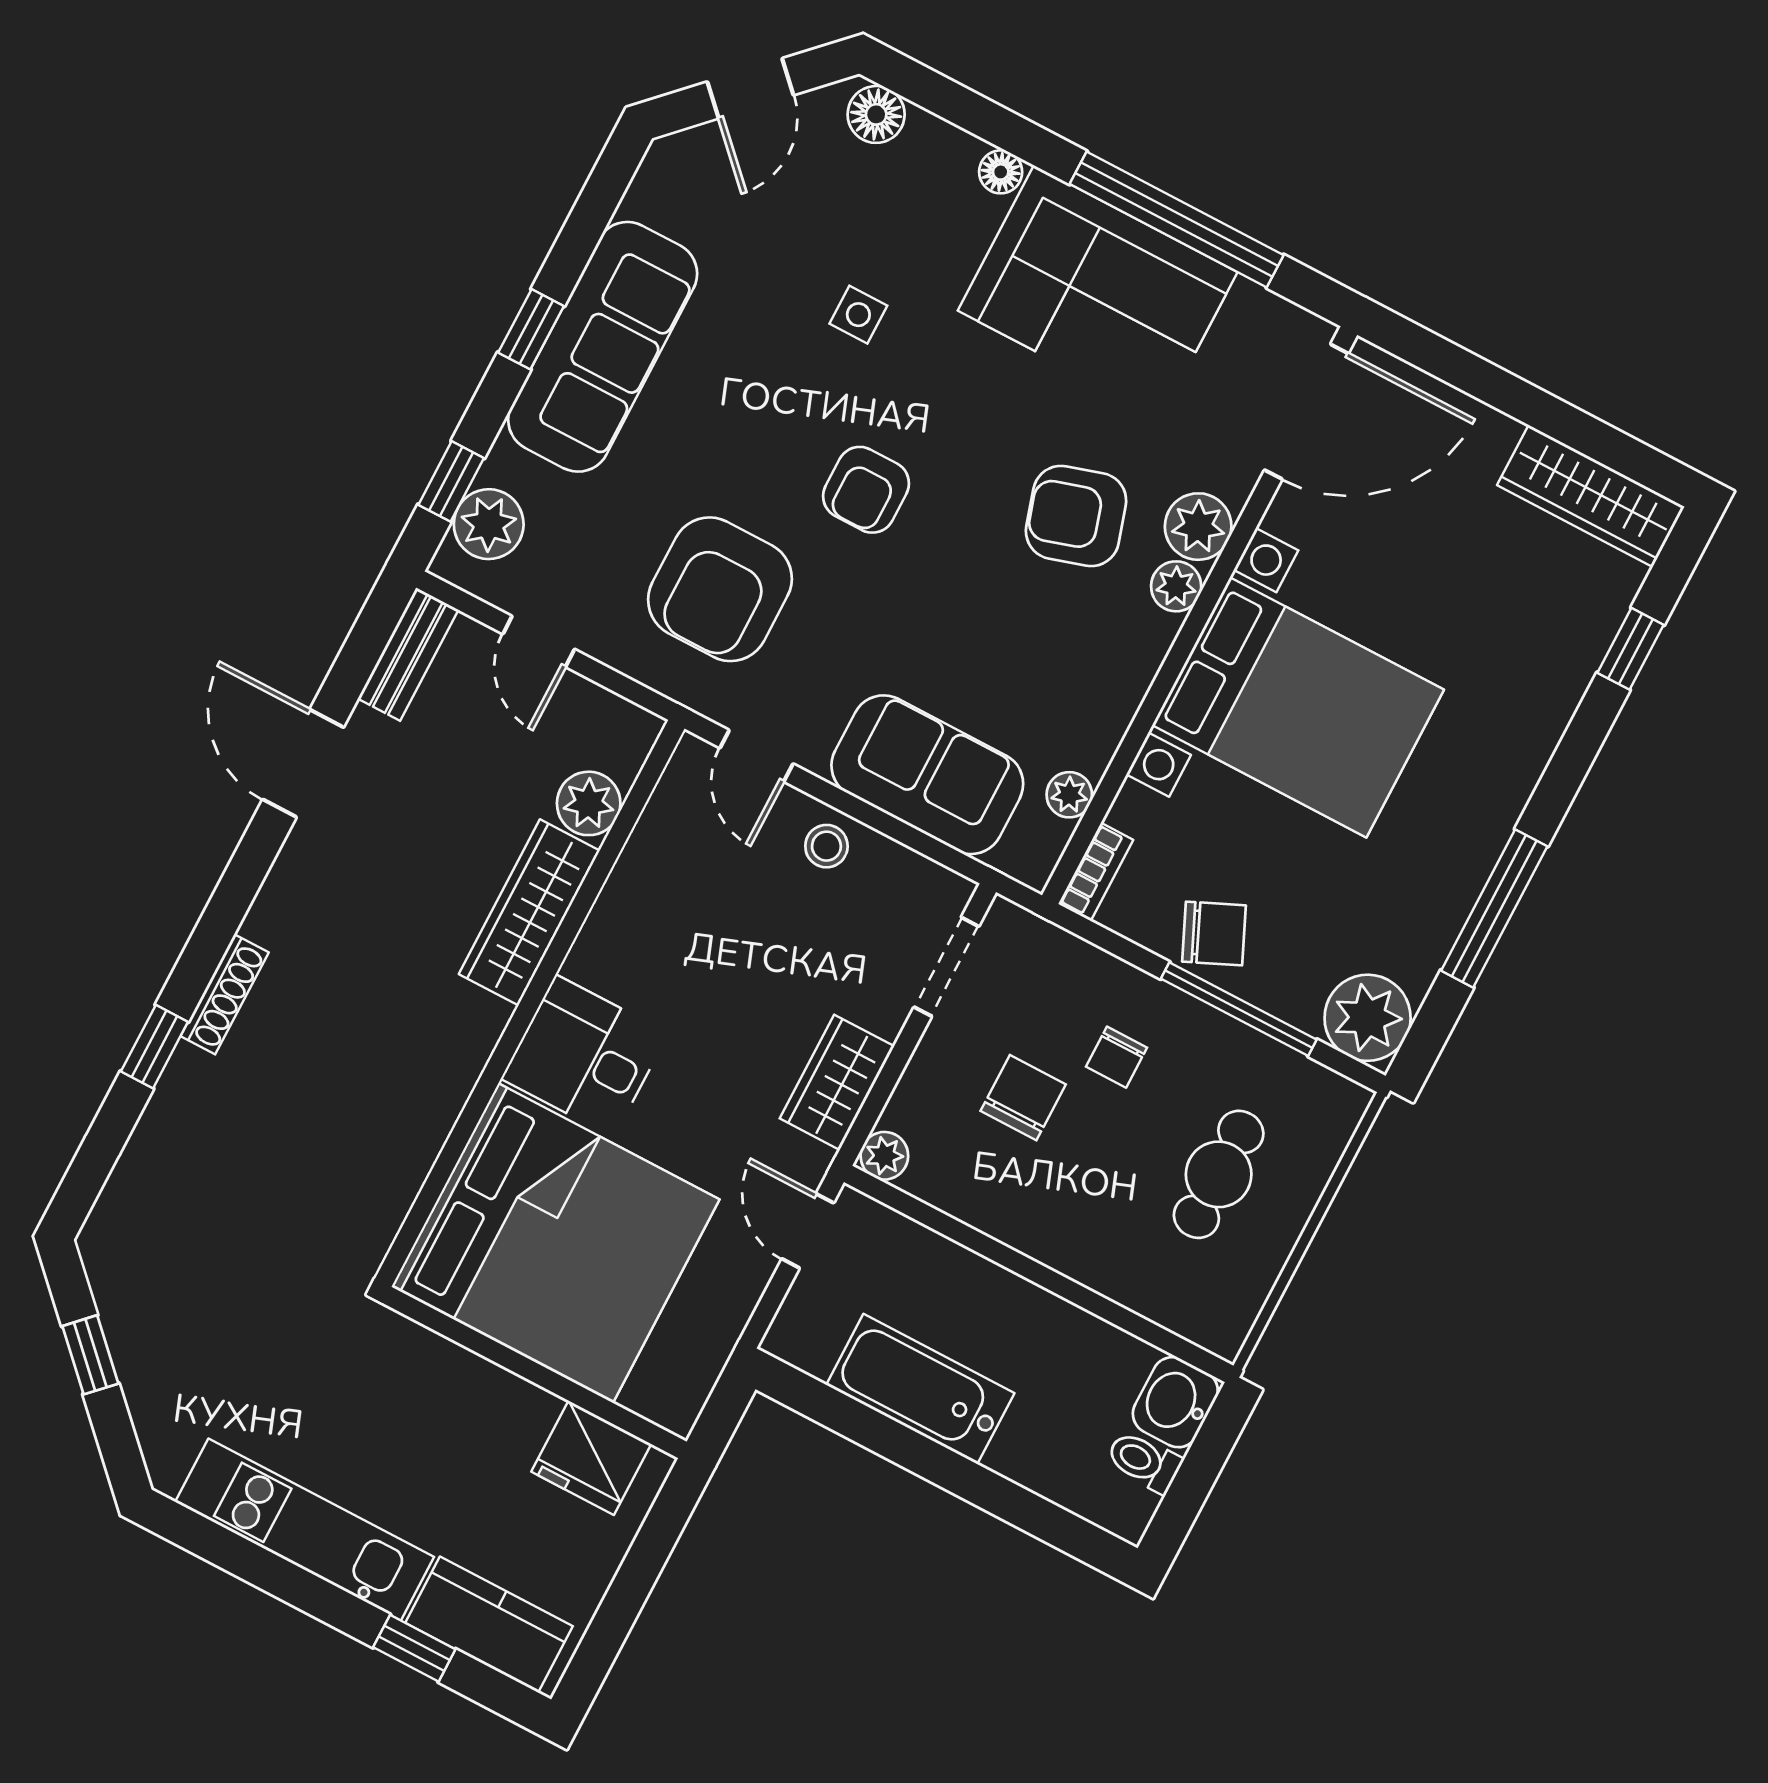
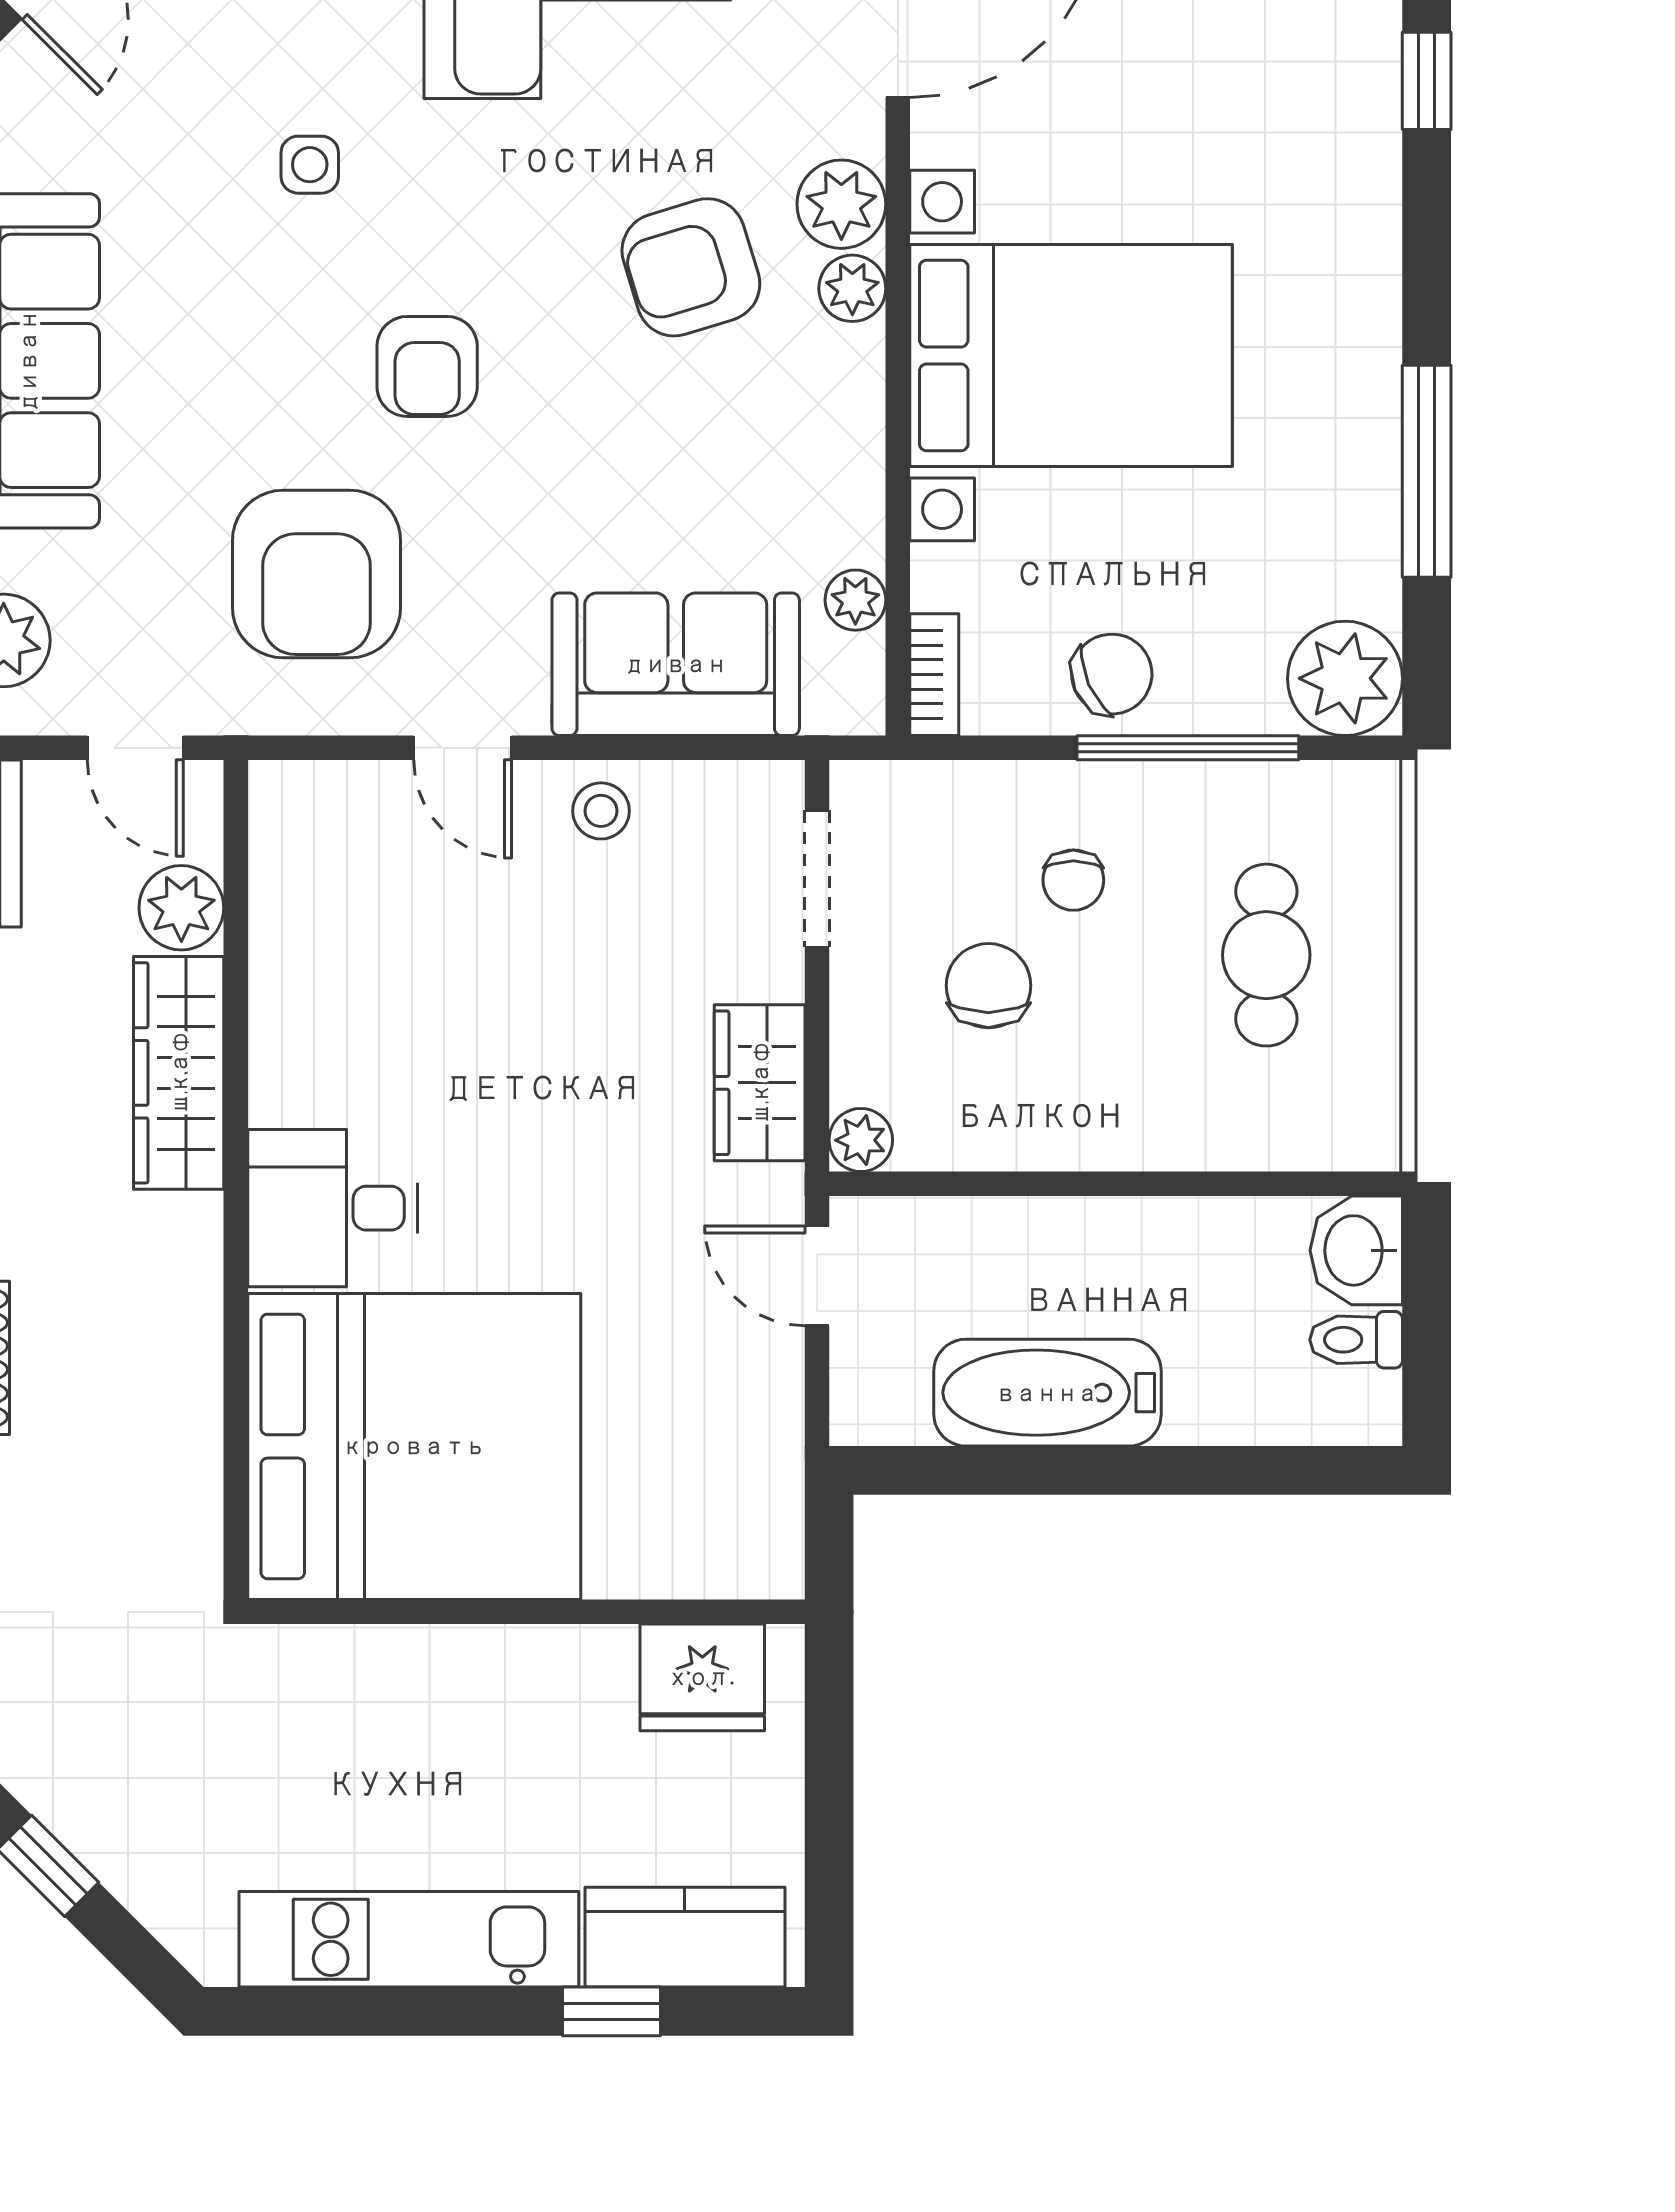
plant: (589, 803) -> (181, 908), moved
wardrobe: (529, 912) -> (179, 1073), moved
wall: (530, 1003) -> (236, 1180), moved
desk: (584, 1056) -> (333, 1208), moved
bed: (556, 1243) -> (414, 1446), moved

